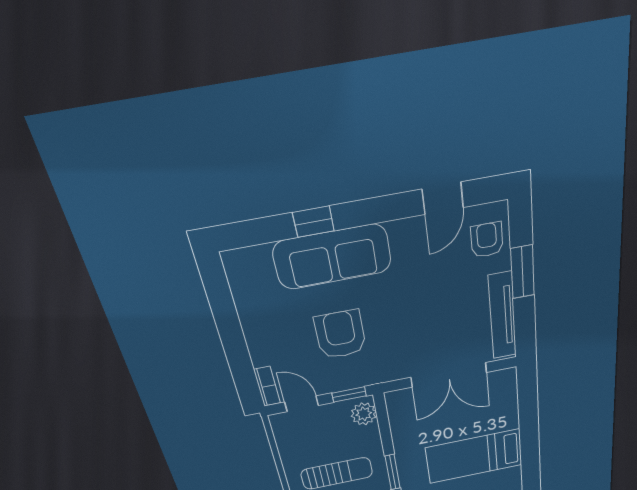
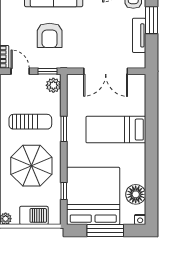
tv unit: (502, 316) -> (139, 35), width x0.71
armchair: (340, 334) -> (50, 35), turned 180

